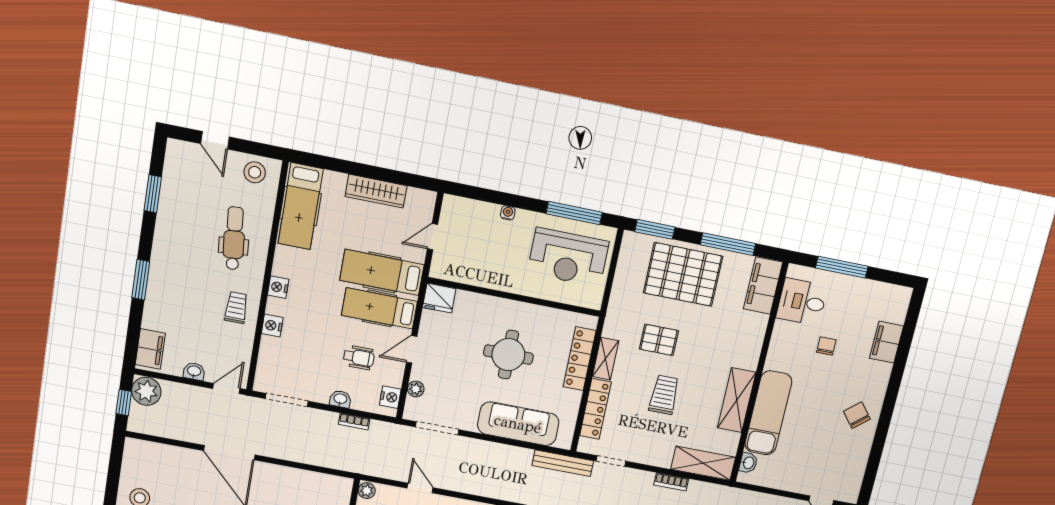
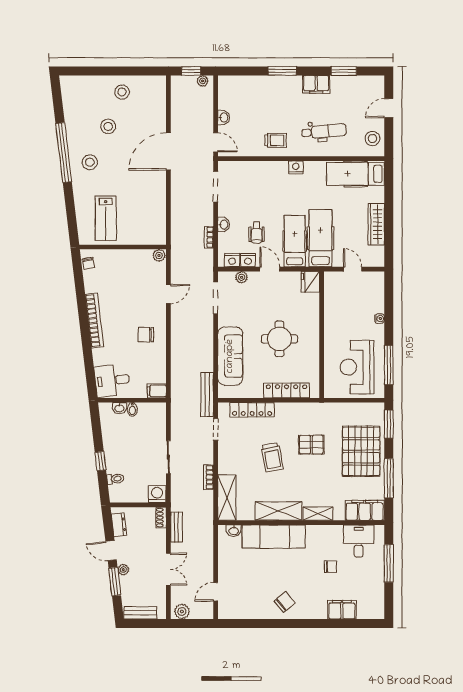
nightstand: (272, 326) -> (248, 260), moved, turned 180
pallet: (659, 340) -> (311, 445), turned 90
filing cabinet: (150, 349) -> (316, 84), moved
shelving: (606, 359) -> (318, 514), moved
plant: (146, 391) -> (203, 81), width x0.53, depth x0.53
trolley: (664, 395) -> (272, 457), turned 79

